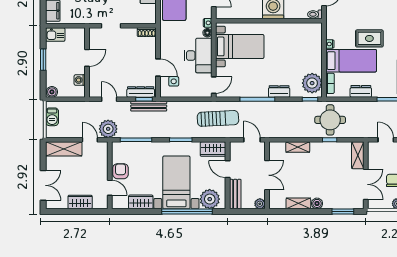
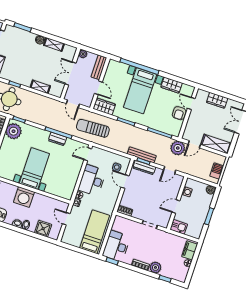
kitchen sink: (55, 35) -> (179, 227), moved
bed with nightstands: (240, 46) -> (34, 169), moved, turned 90
dresser: (279, 91) -> (58, 139), moved
door: (109, 99) -> (170, 170), hinge flipped
door: (90, 140) -> (194, 144), hinge flipped
plant: (210, 199) -> (119, 70), removed

